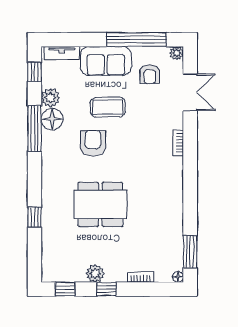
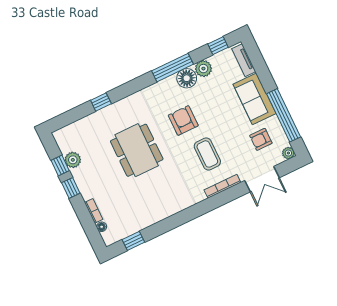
coffee table: (108, 107) -> (207, 154), moved
armchair: (93, 143) -> (183, 120), turned -90
bookcase: (178, 143) -> (222, 186), width x1.56
window: (190, 252) -> (133, 241), width x0.67
plant: (95, 274) -> (73, 160), moved
floor lamp: (178, 277) -> (102, 227), moved
window: (65, 289) -> (60, 166), moved

